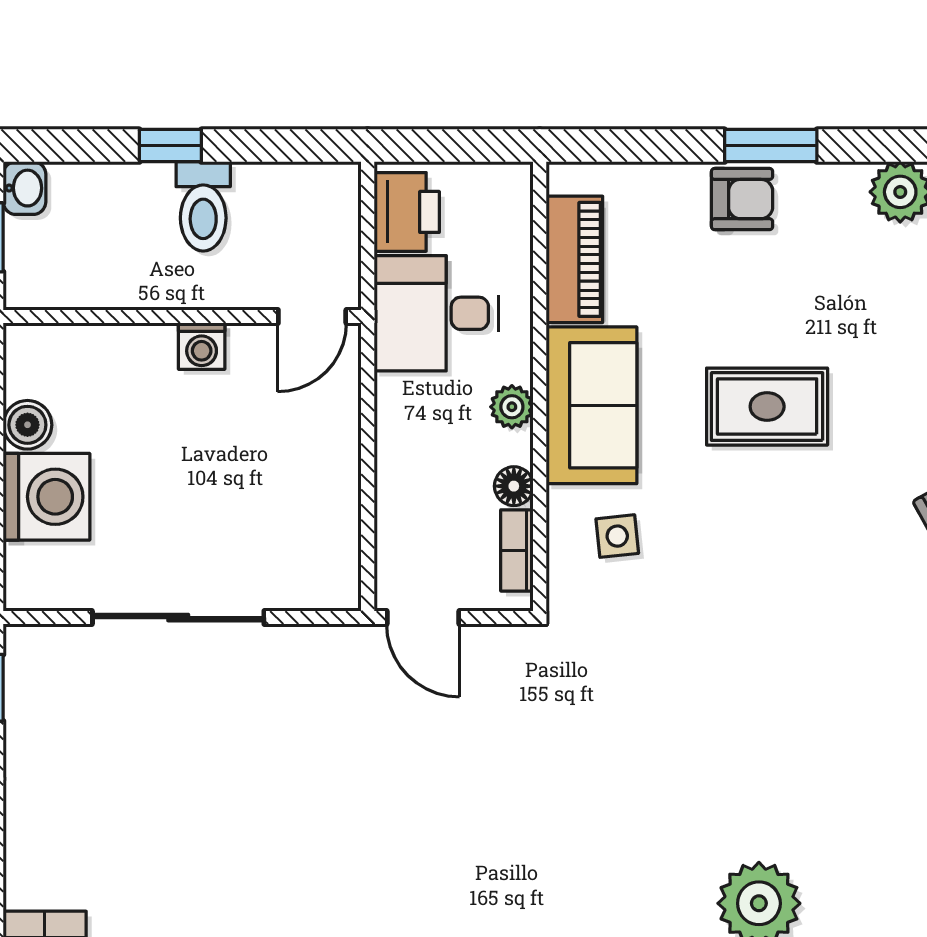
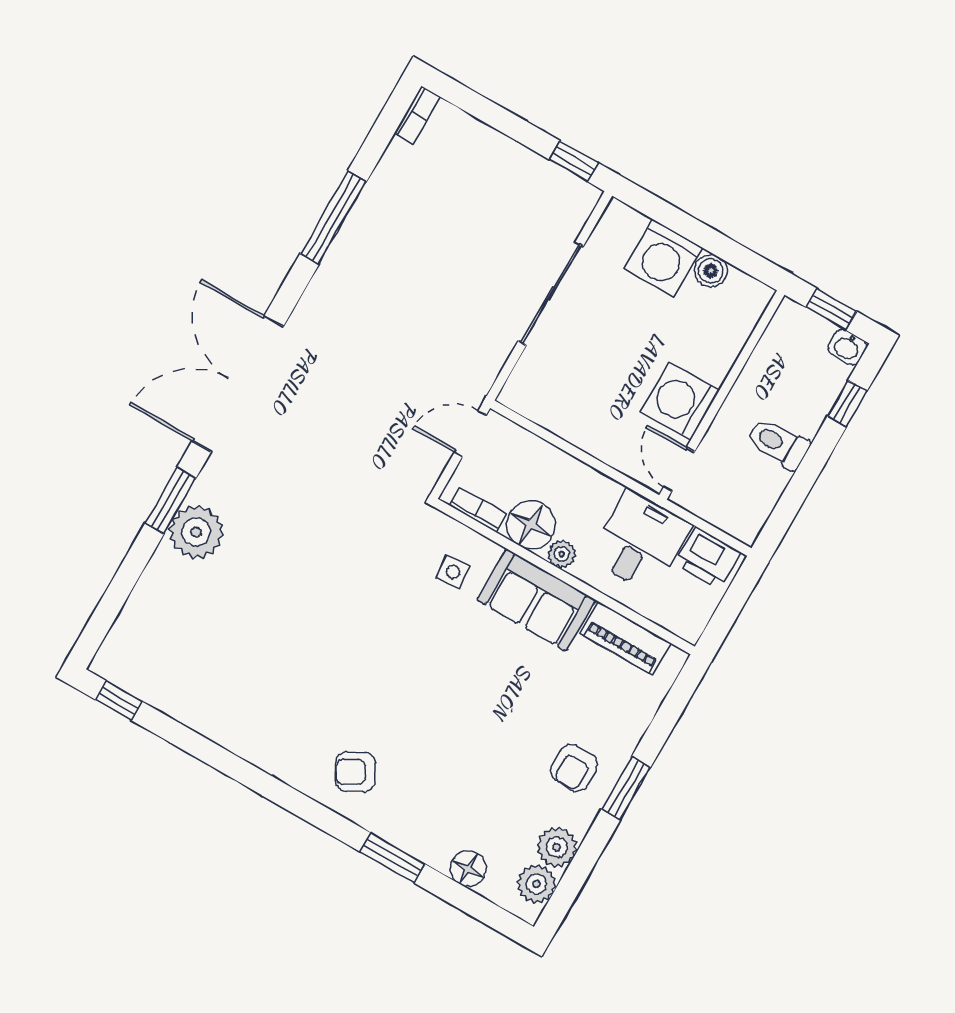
window: (170, 146) -> (847, 403), moved
armchair: (742, 199) -> (574, 768), moved
washing machine: (202, 346) -> (680, 401), width x1.89, depth x1.89
rug: (767, 407) -> (478, 700), removed
floor lamp: (514, 486) -> (531, 525), width x1.89, depth x1.89

